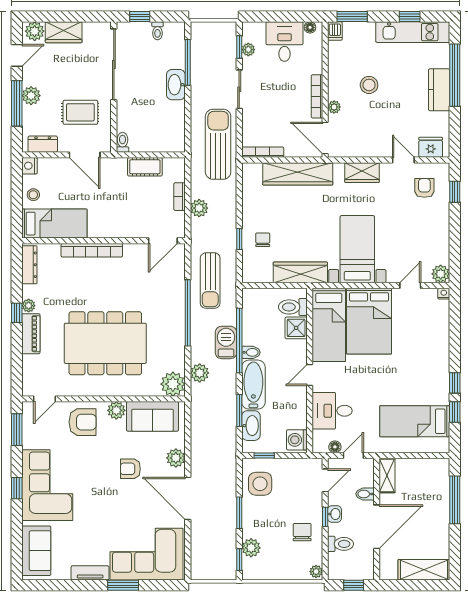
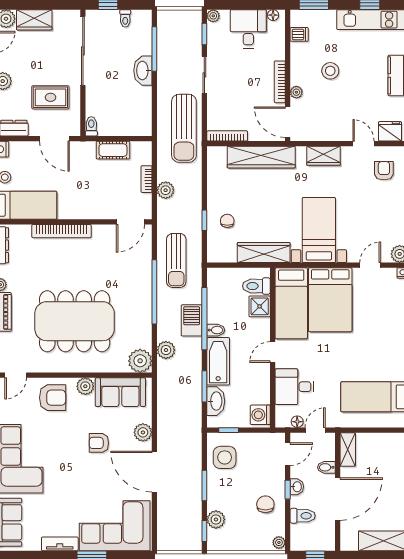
dishwasher: (335, 31) -> (299, 34), moved, turned -90
plant: (248, 50) -> (213, 16), moved
sun lounger: (218, 144) -> (184, 128), turned 180

